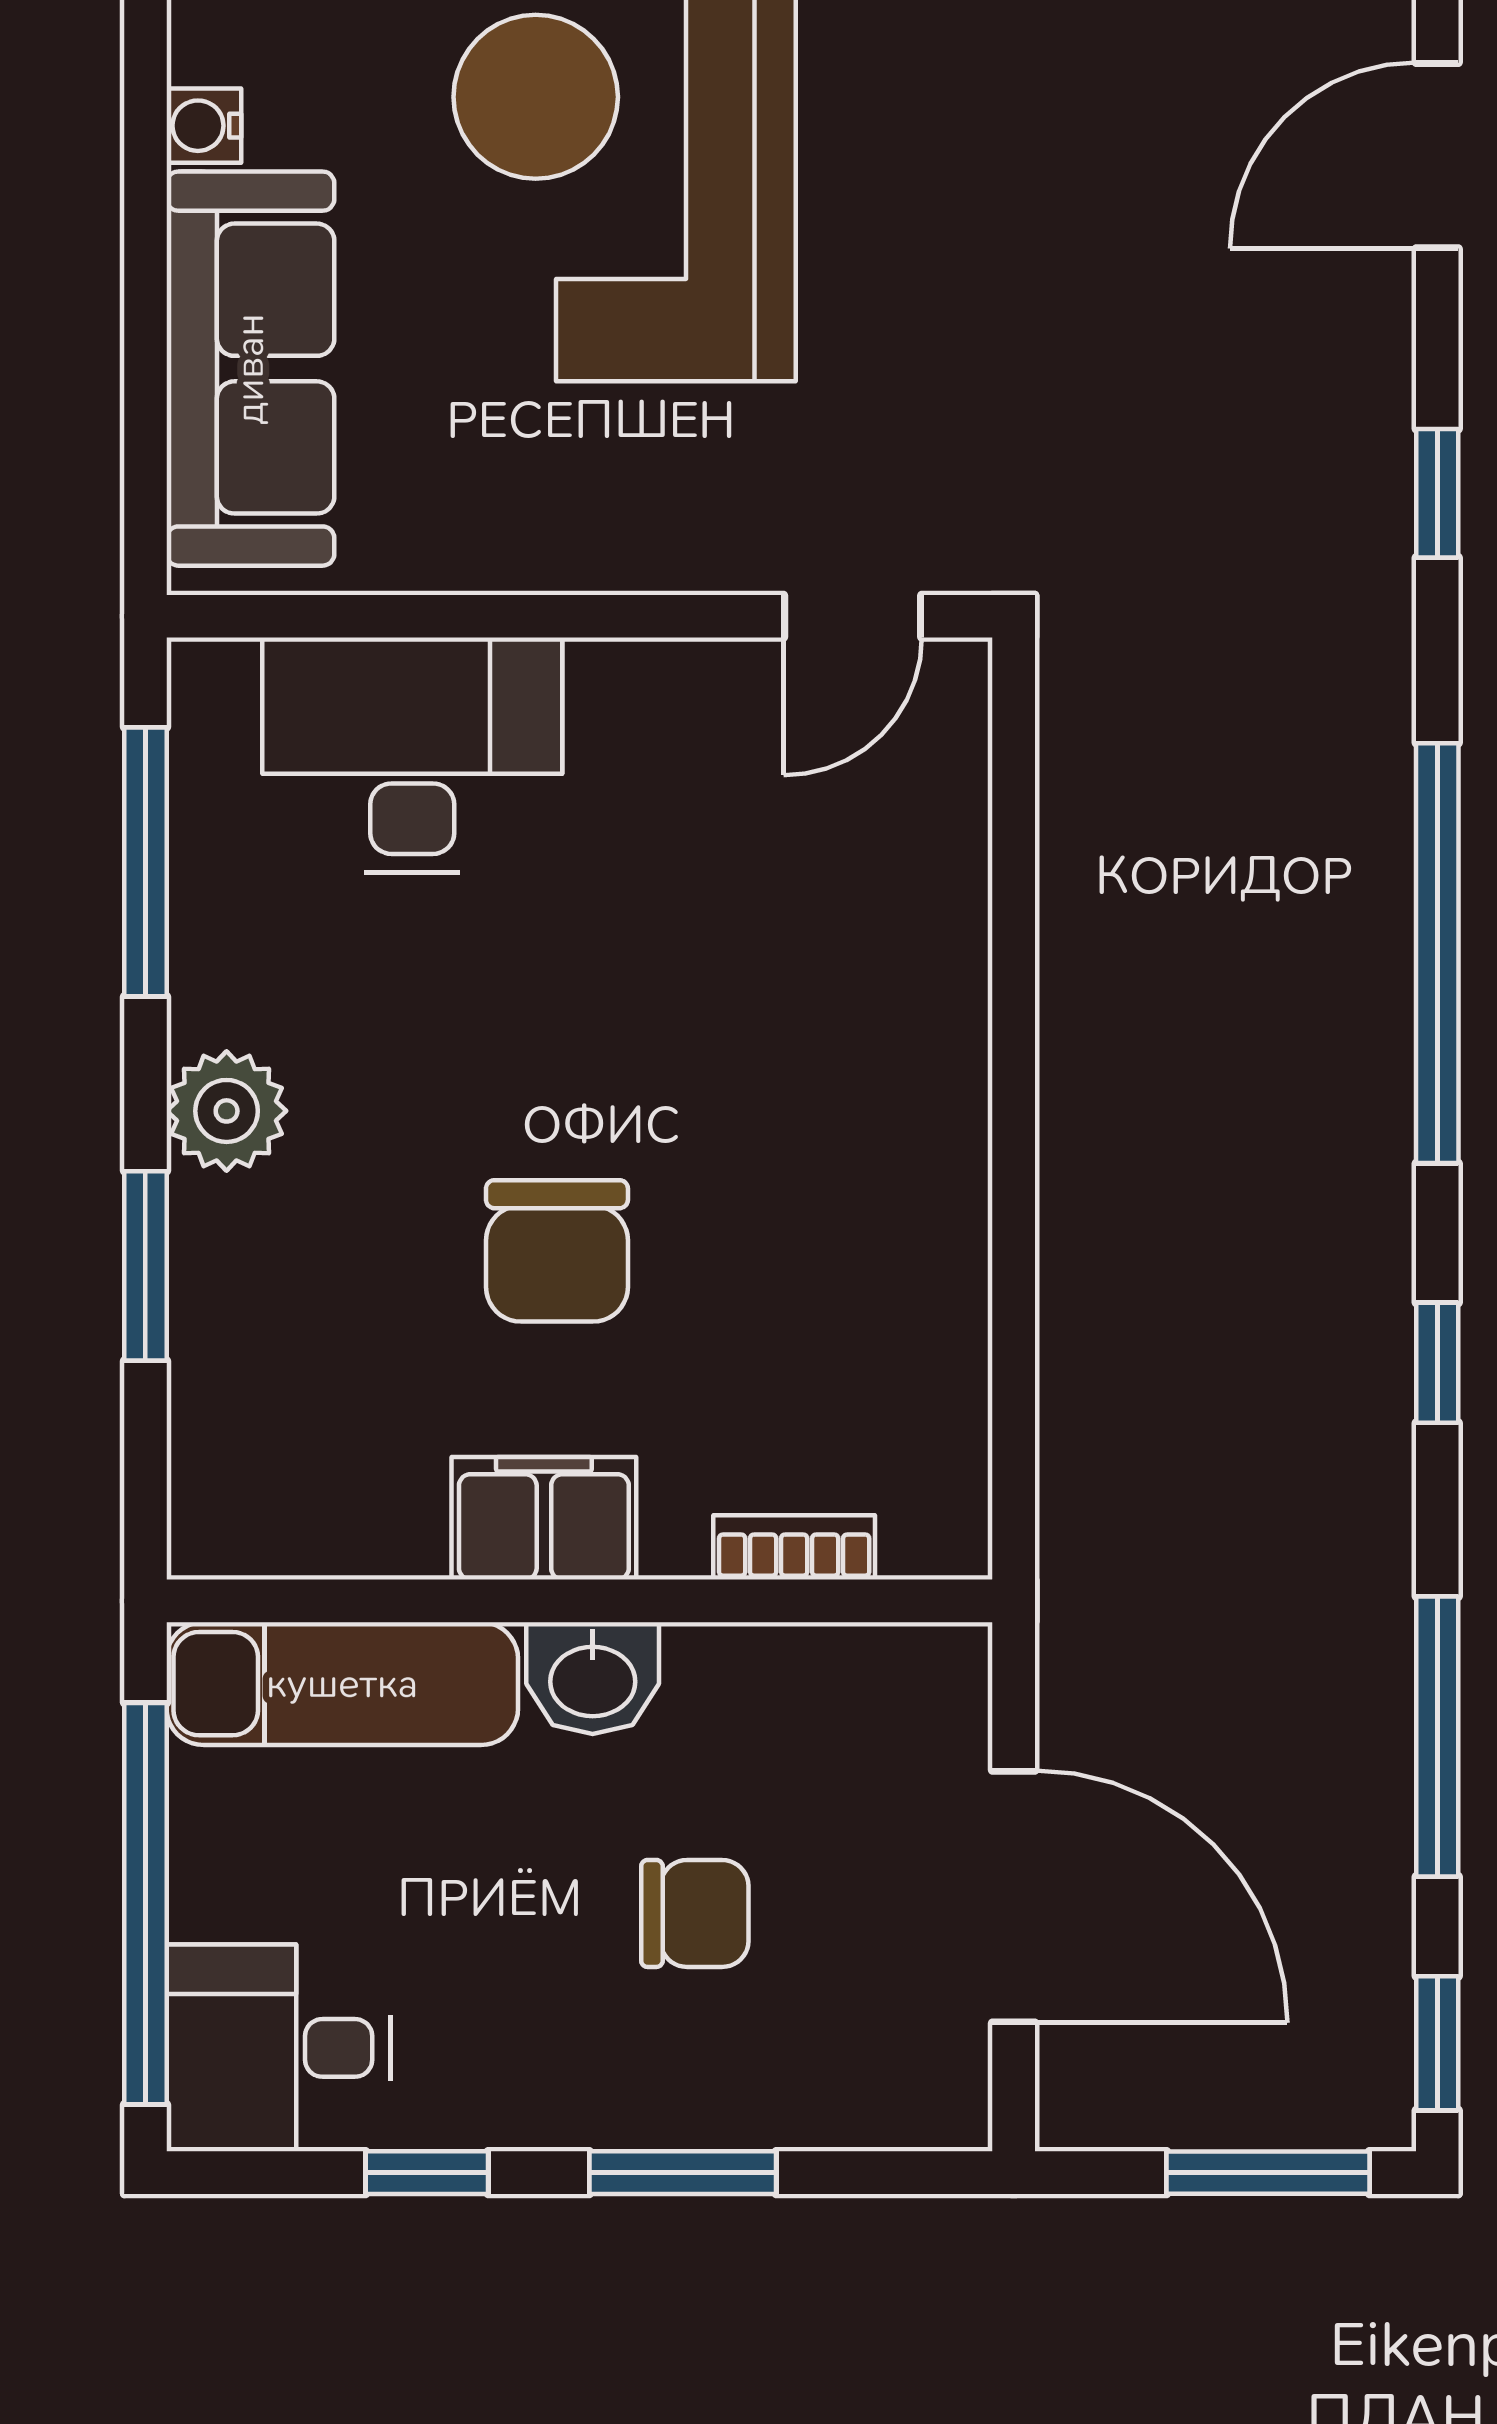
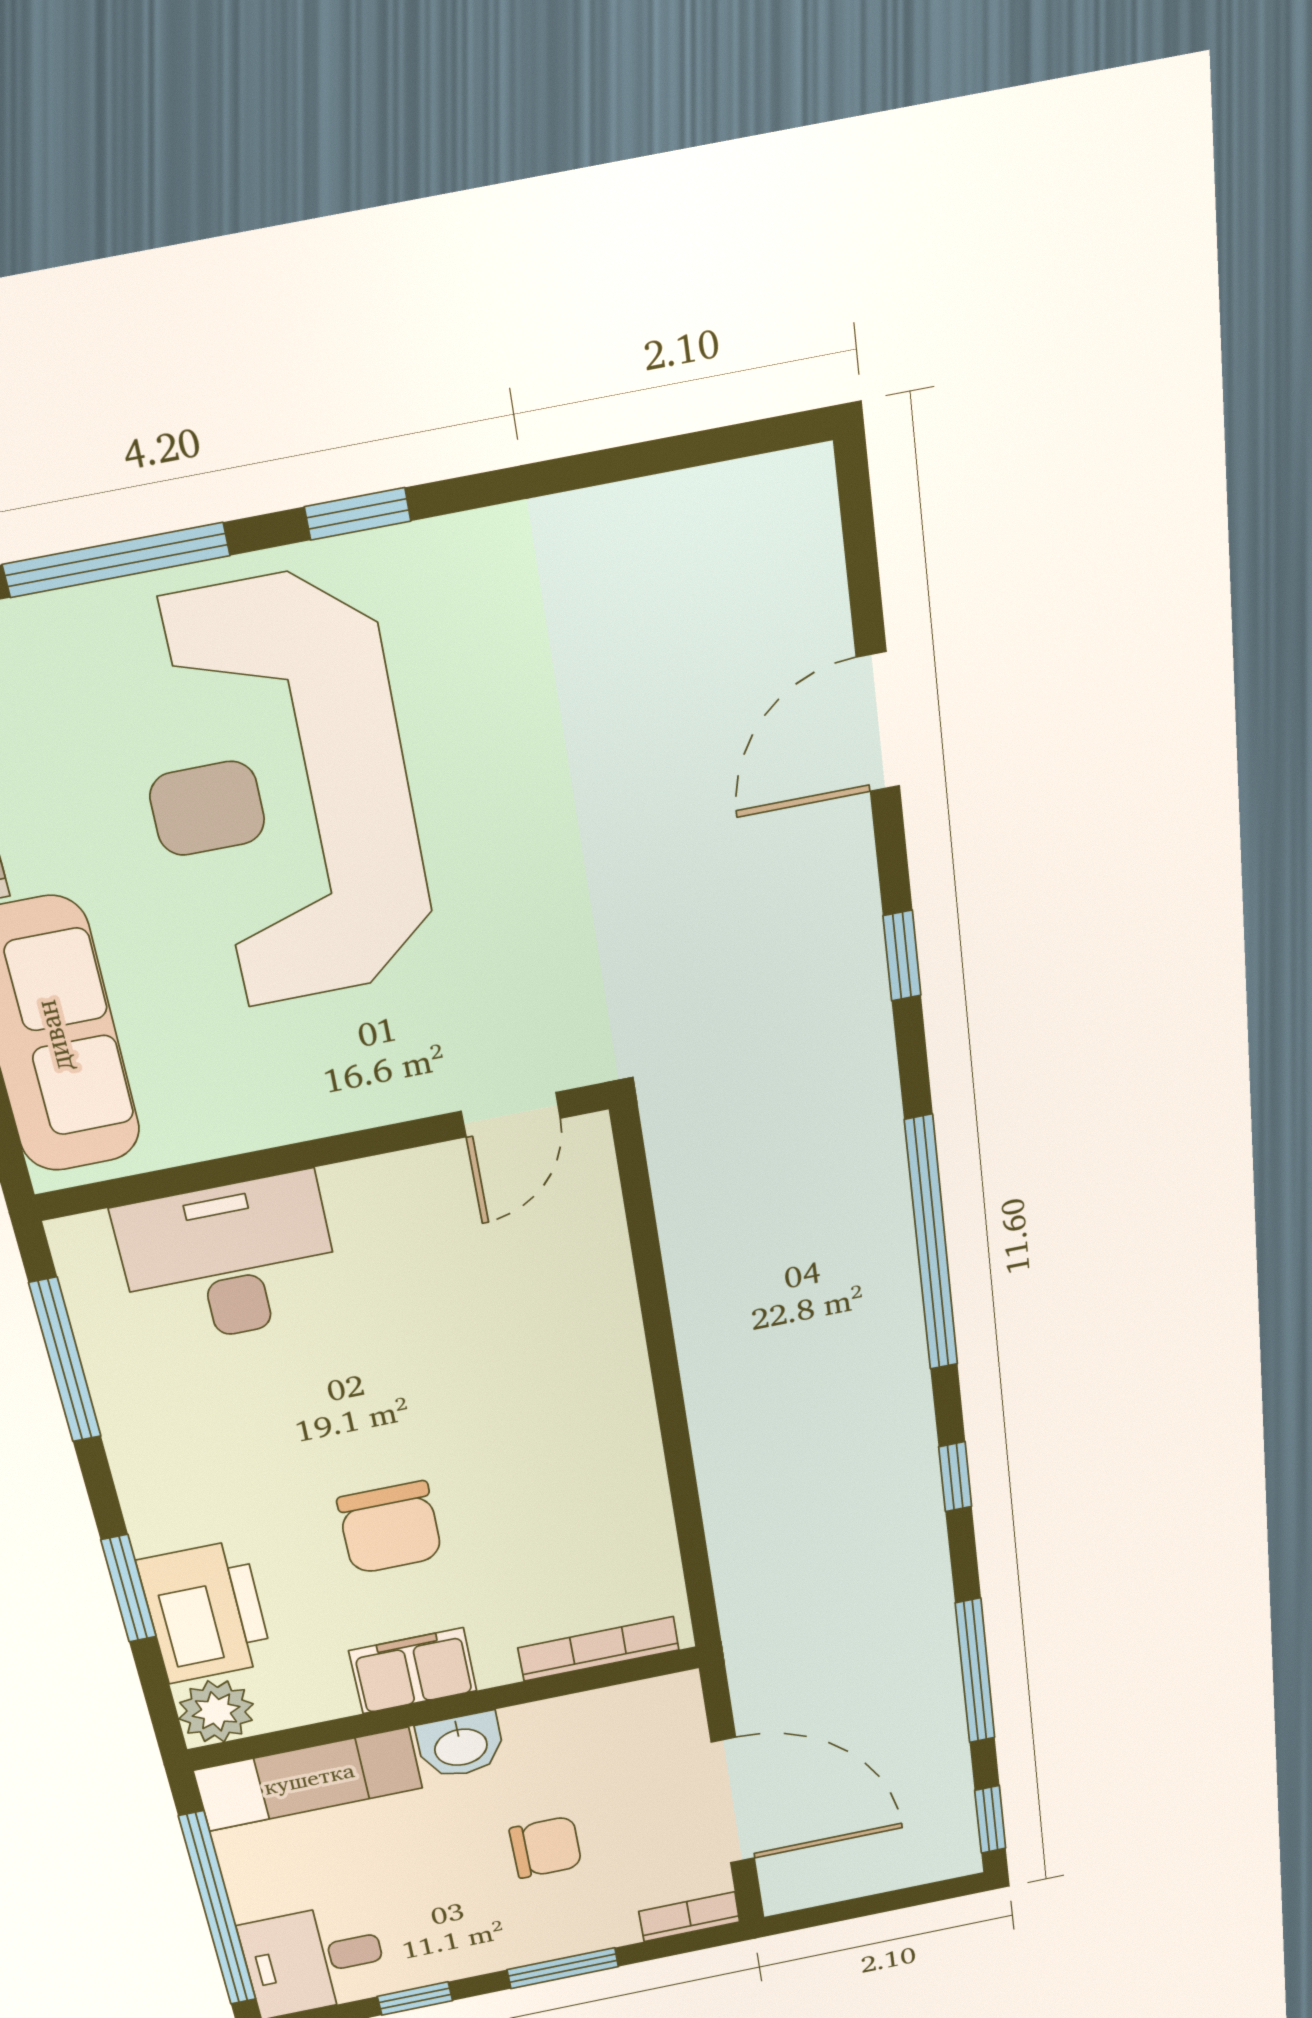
plant: (227, 1111) -> (216, 1711), moved
printer: (250, 1335) -> (205, 1612), added
bookcase: (794, 1547) -> (599, 1649), width x1.56
bookcase: (910, 2118) -> (689, 1917), added
window: (1268, 2173) -> (899, 1899), removed

